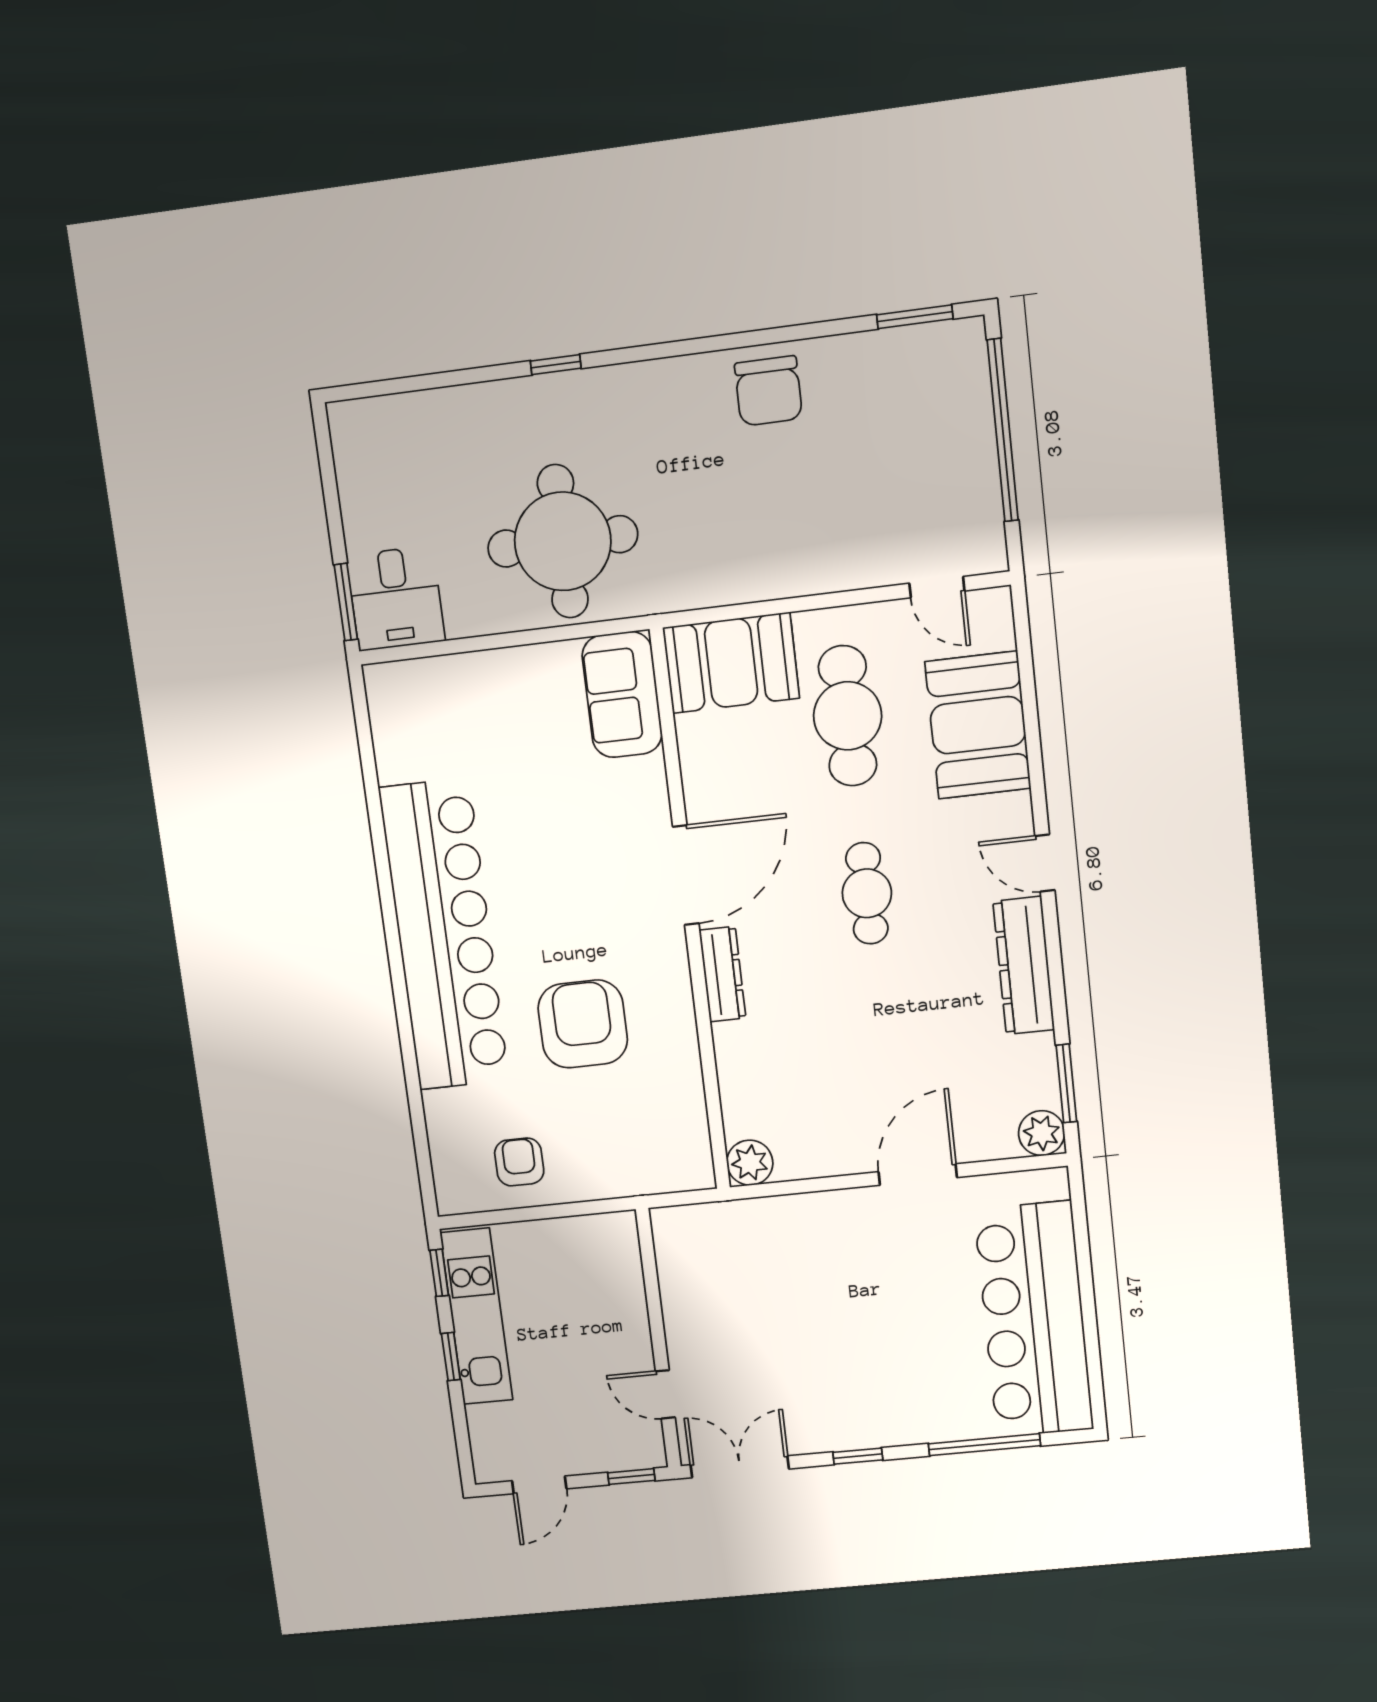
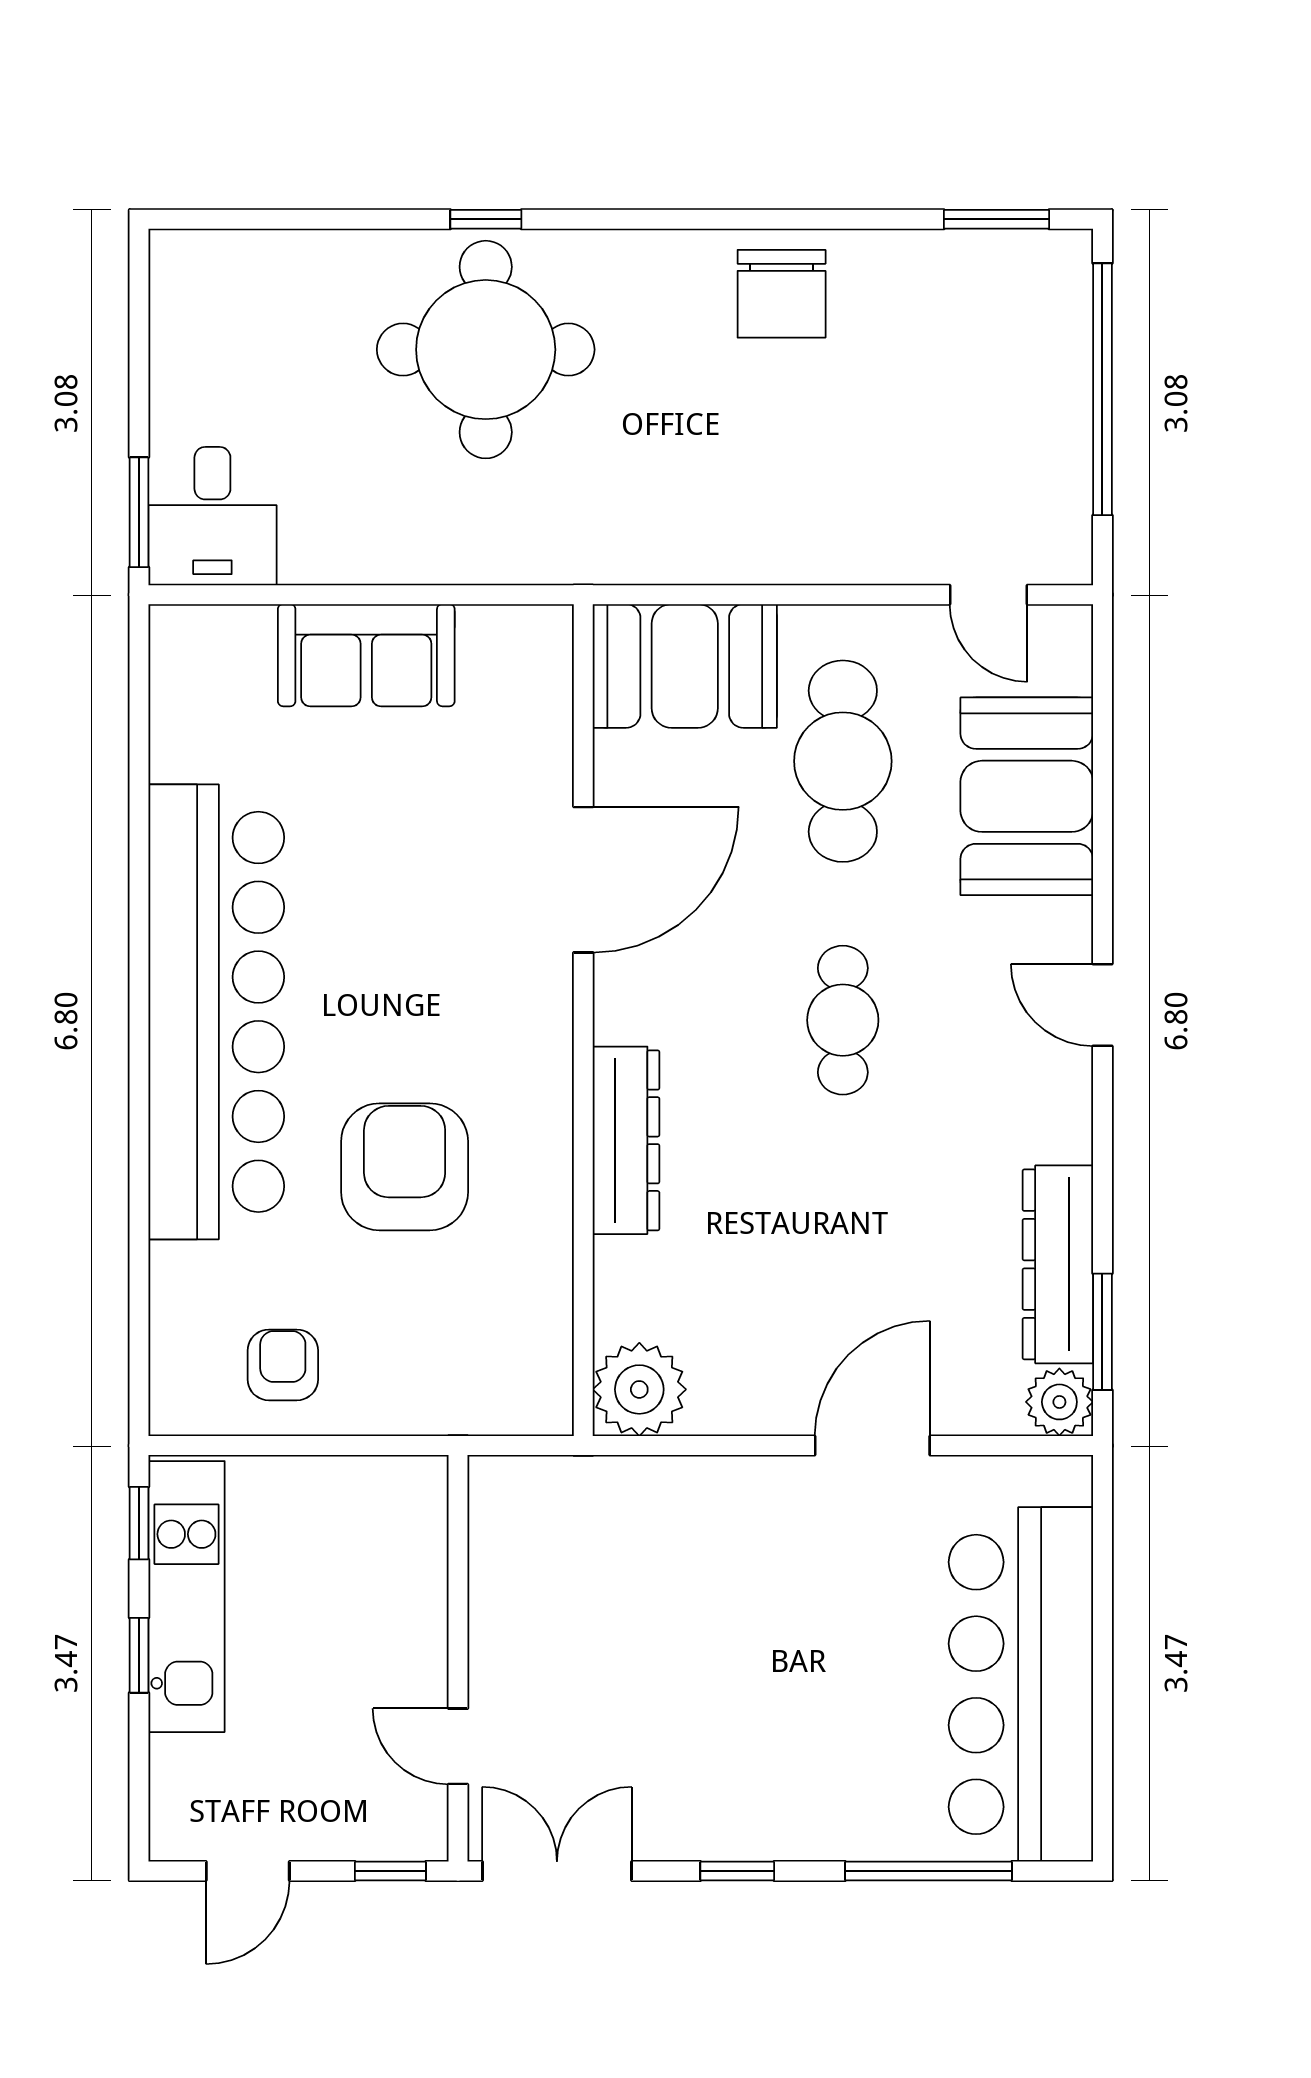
round table: (563, 541) -> (486, 350), moved
sofa: (622, 695) -> (366, 655), moved, turned -90
door: (686, 875) -> (583, 880), moved
dresser: (1024, 966) -> (1058, 1264), moved
dresser: (722, 974) -> (626, 1140), width x1.37, depth x1.24
plant: (750, 1163) -> (639, 1389), width x1.36, depth x1.36

